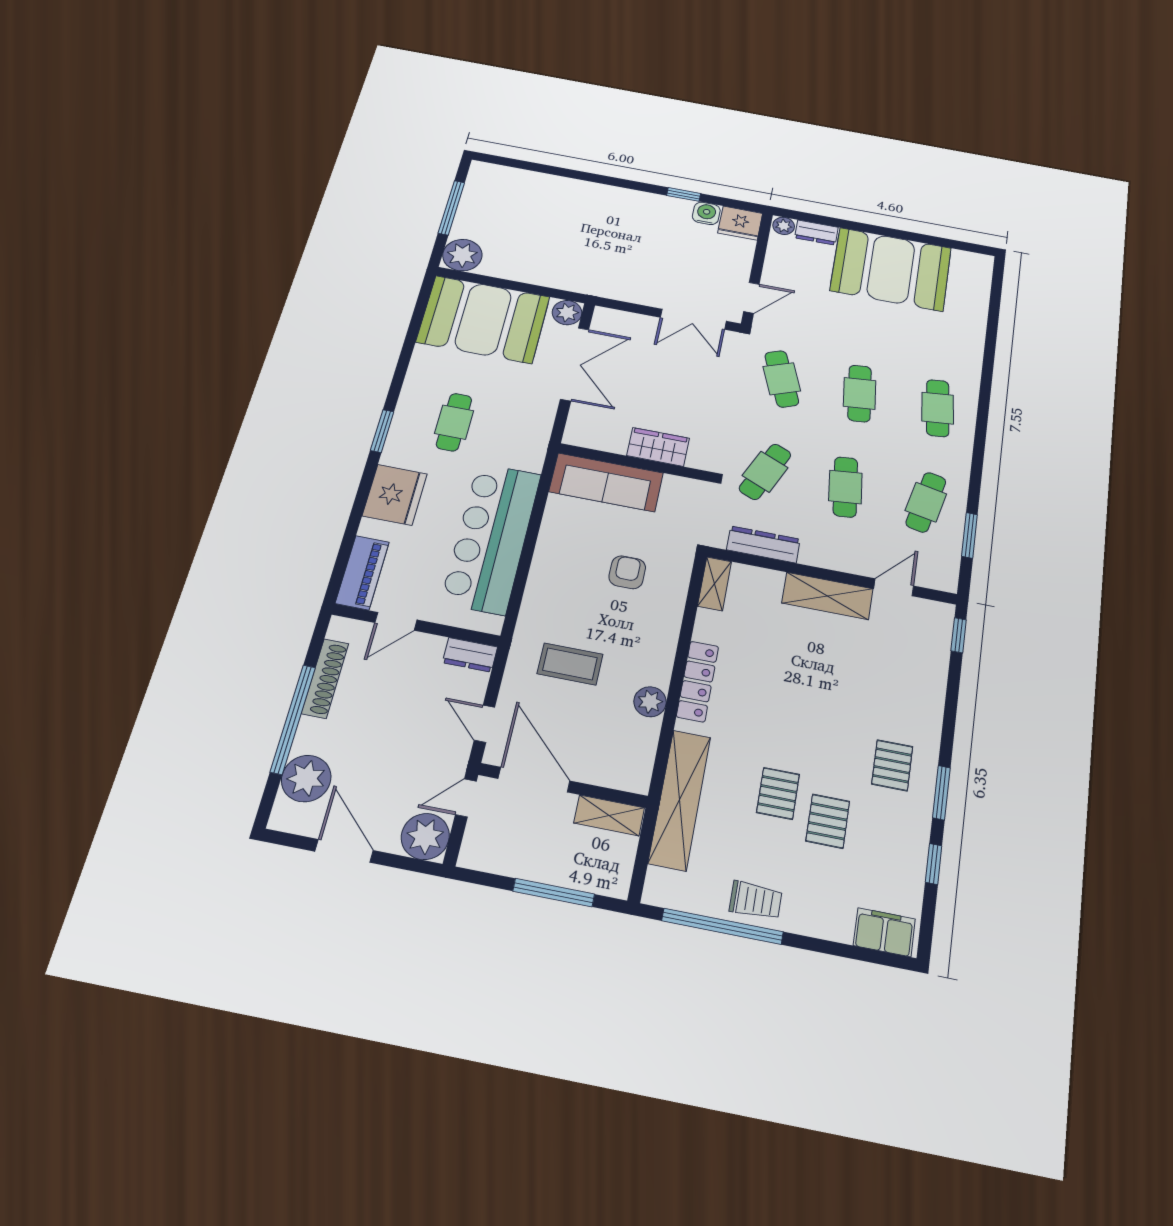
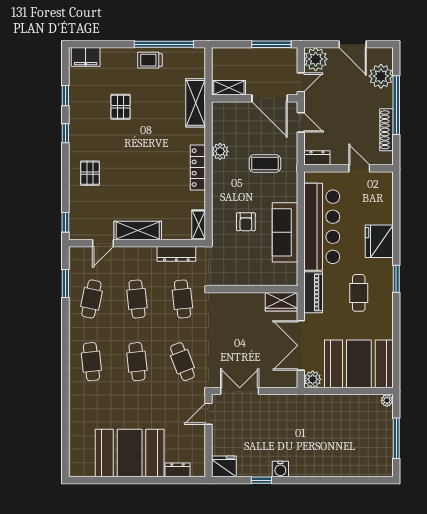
water cooler: (706, 213) -> (280, 469), moved
plant: (784, 226) -> (198, 470), removed
plant: (462, 255) -> (387, 400), width x0.53, depth x0.53
wardrobe: (658, 447) -> (281, 302), moved
cafe table: (765, 472) -> (182, 299), turned -30
sofa: (606, 482) -> (285, 232), moved, turned -90
piano: (362, 573) -> (313, 292), moved, turned 180
door: (396, 621) -> (359, 168), hinge flipped
pallet: (892, 765) -> (90, 173), moved
pallet: (778, 793) -> (147, 116), removed
window: (941, 793) -> (65, 133), width x0.67
shelving: (680, 800) -> (196, 103), width x0.68
window: (554, 893) -> (271, 44), moved

